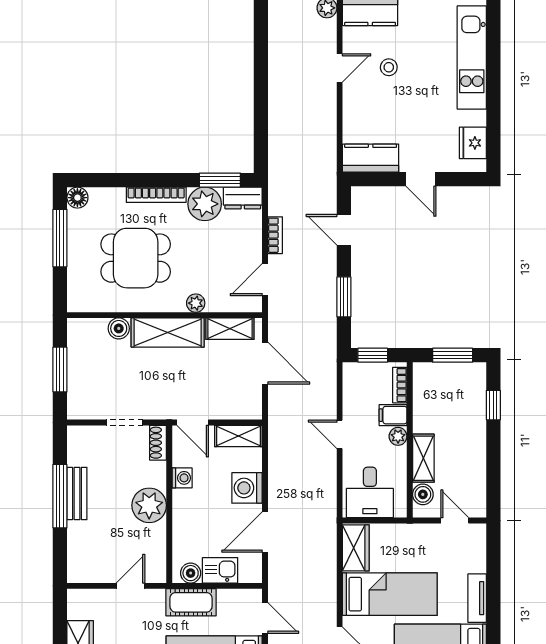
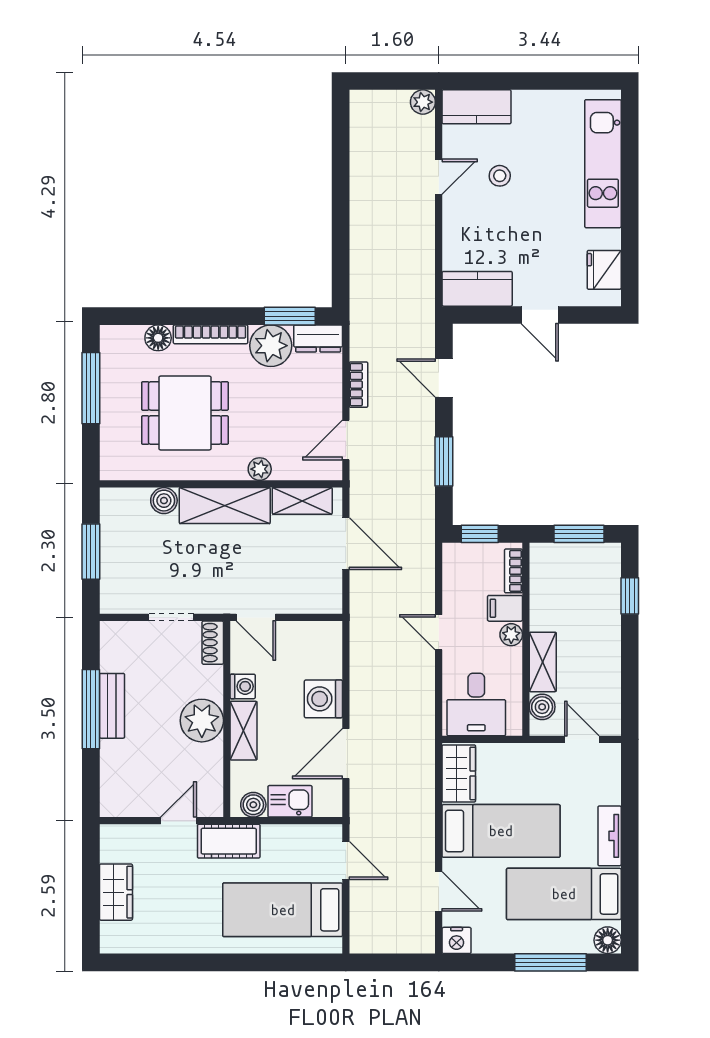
floor lamp: (77, 198) -> (158, 338), moved
shelving: (238, 436) -> (244, 731), moved, turned 90
cot: (191, 602) -> (229, 841), moved

